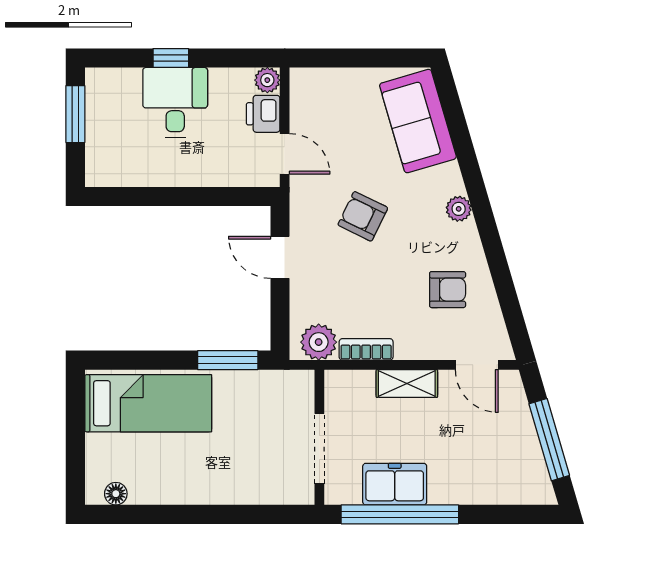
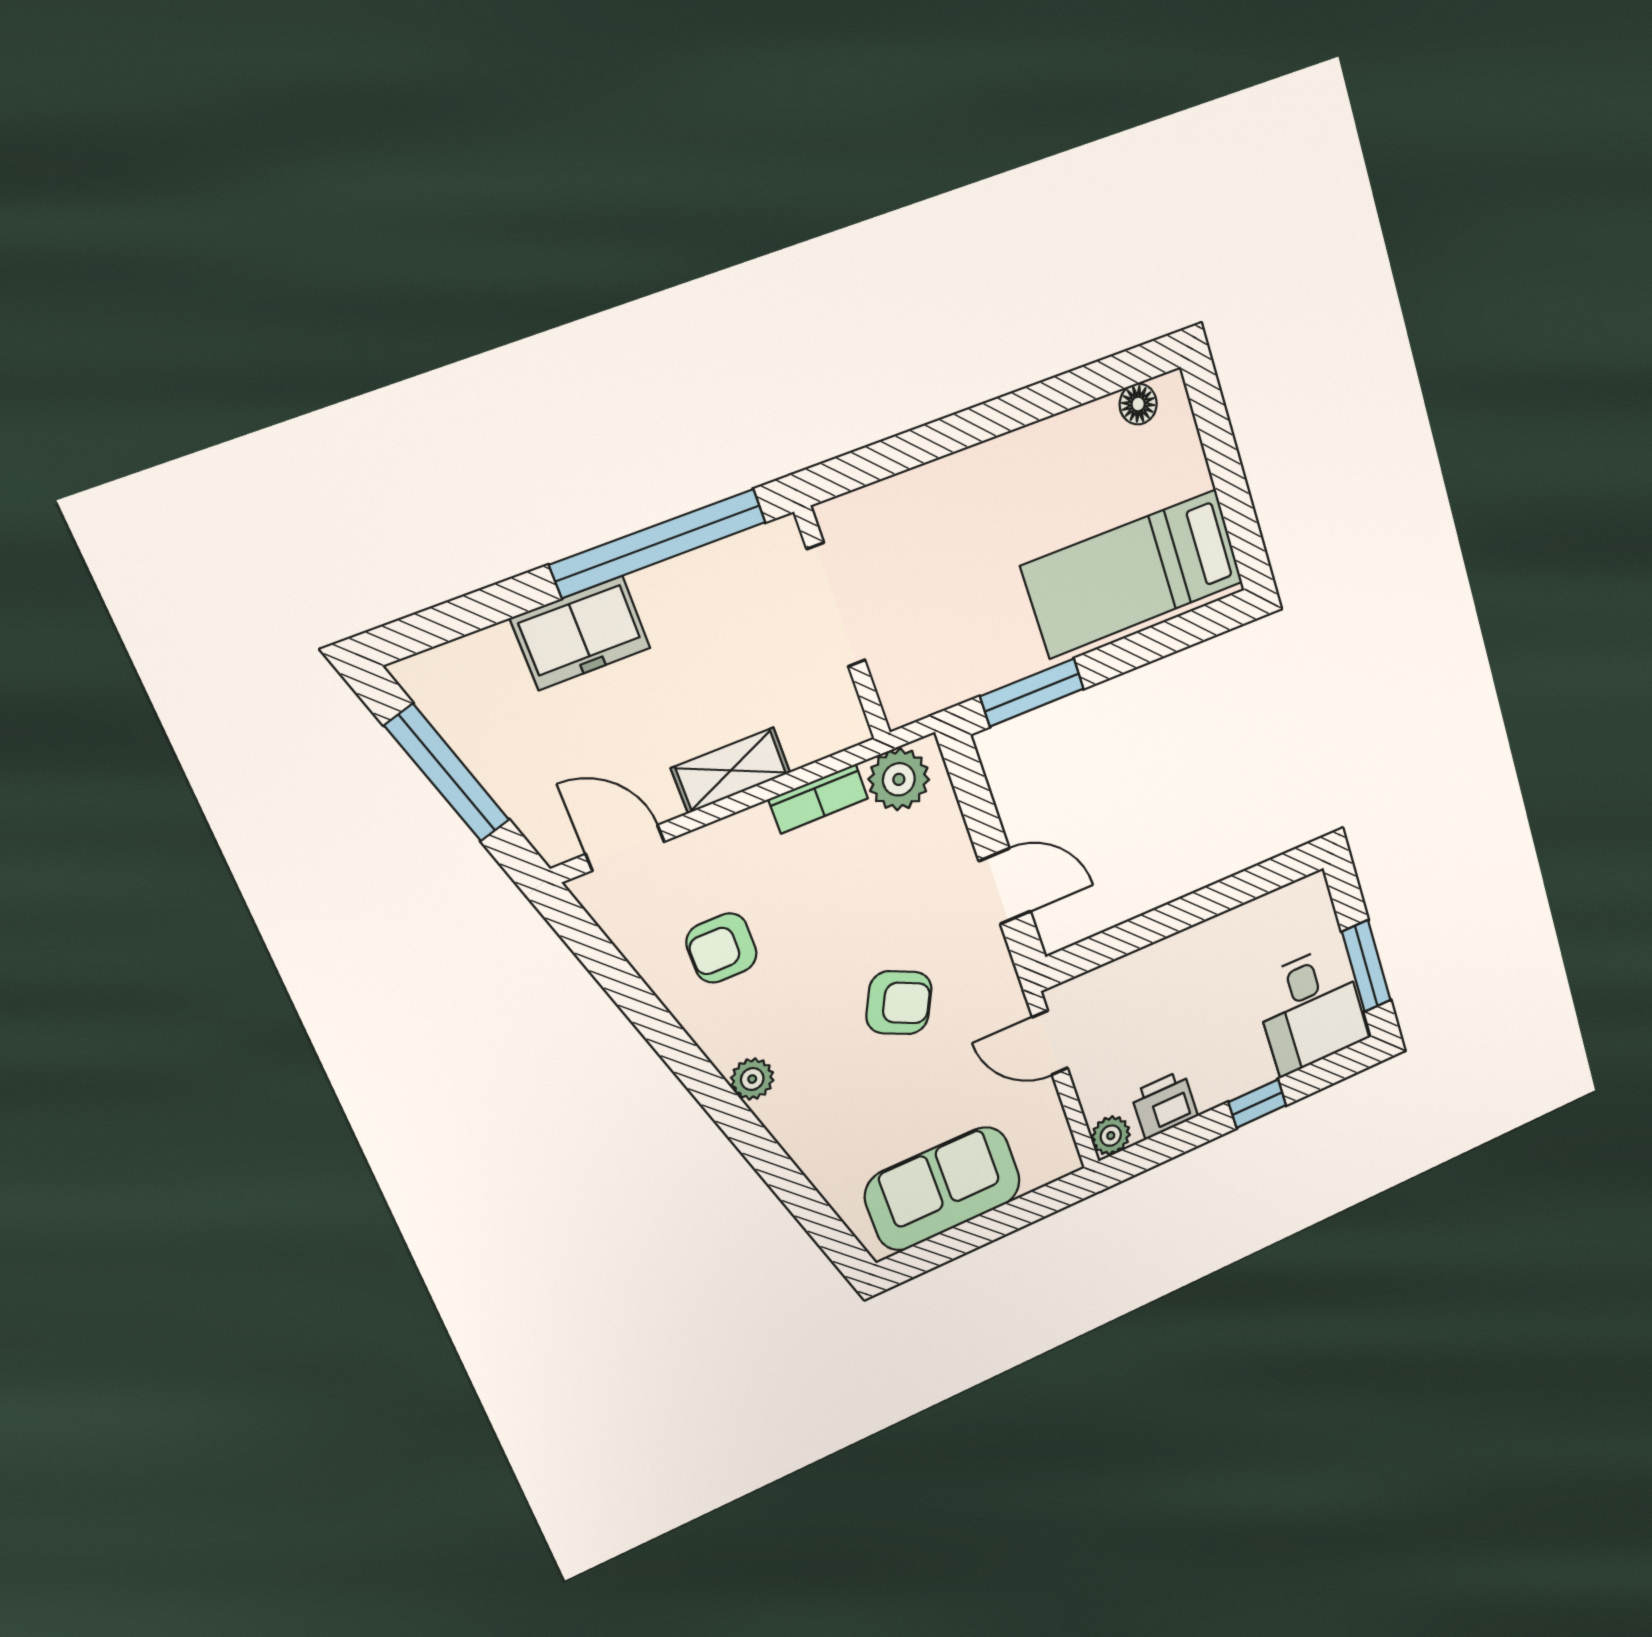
desk: (175, 102) -> (1311, 1009), moved
printer: (263, 114) -> (1164, 1105), moved, turned -90
sofa: (418, 121) -> (943, 1189), moved, turned -74
freezer: (395, 484) -> (581, 633), moved

